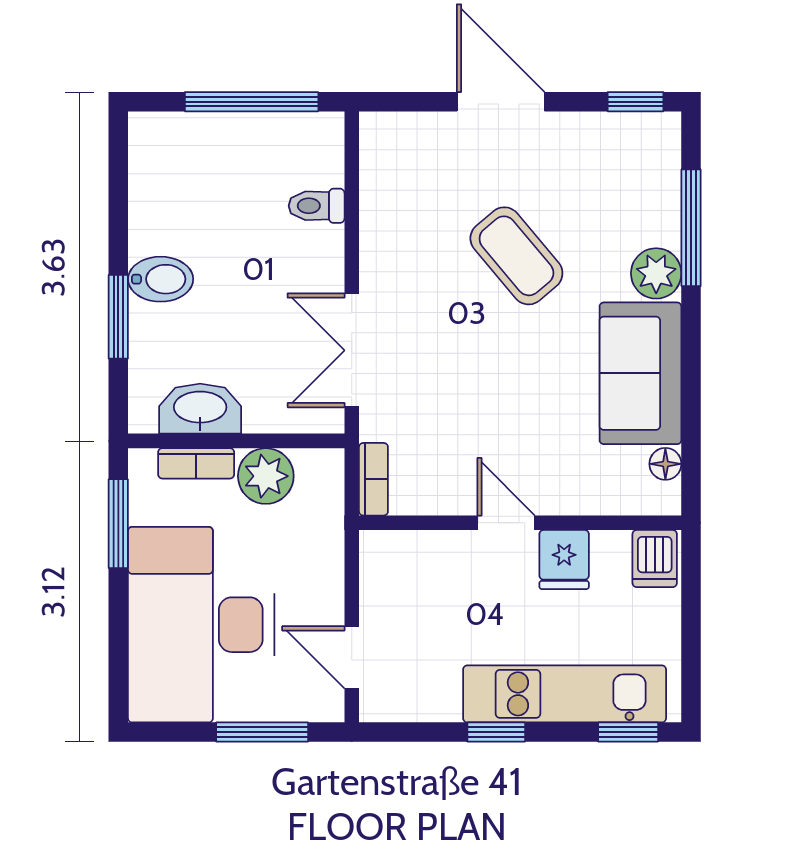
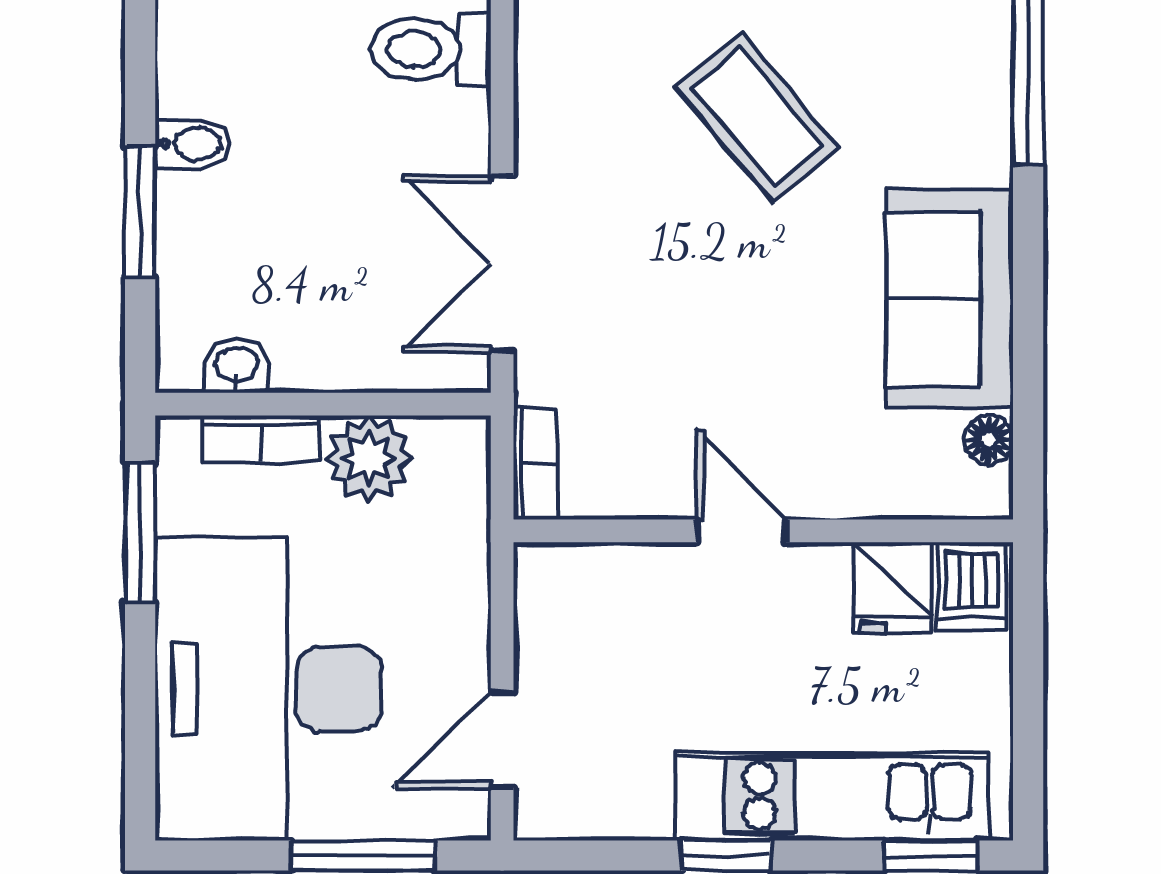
toilet: (317, 206) -> (431, 49), width x1.37, depth x1.39
plant: (656, 273) -> (974, 144), removed
bidet: (161, 279) -> (192, 144), width x0.72, depth x0.74
washbasin: (200, 409) -> (237, 366), width x0.52, depth x0.69
fridge: (564, 560) -> (893, 588), moved
door: (352, 657) -> (502, 740), hinge flipped

